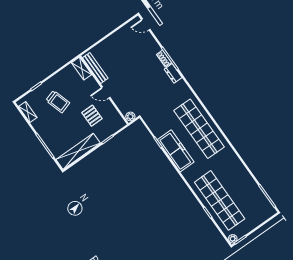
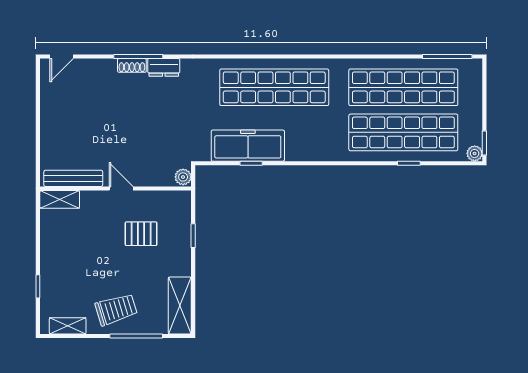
door: (106, 93) -> (121, 188), swing flipped
trolley: (58, 102) -> (116, 309), moved
shelving: (78, 151) -> (180, 306), width x0.68
freezer: (176, 151) -> (248, 146), moved
shop shelf: (240, 186) -> (403, 87), added

